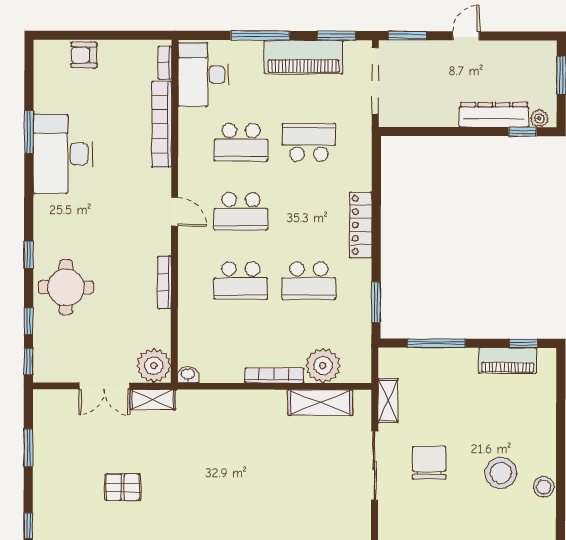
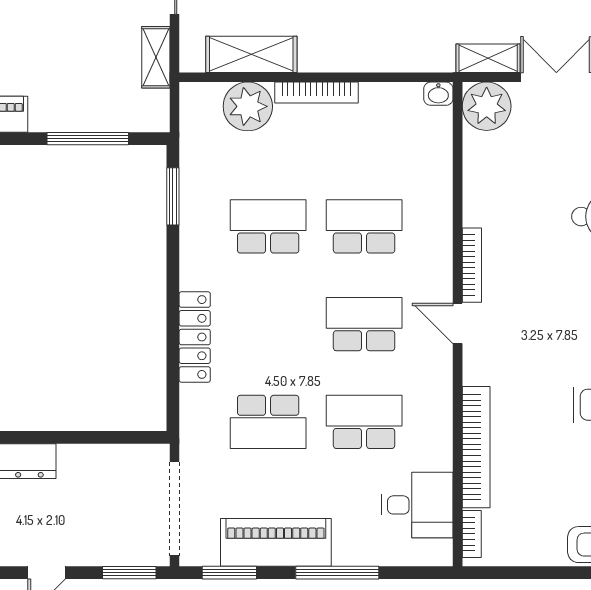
desk: (203, 75) -> (417, 505), width x0.73
locker: (361, 225) -> (195, 337), moved
bookcase: (164, 282) -> (472, 265), moved

